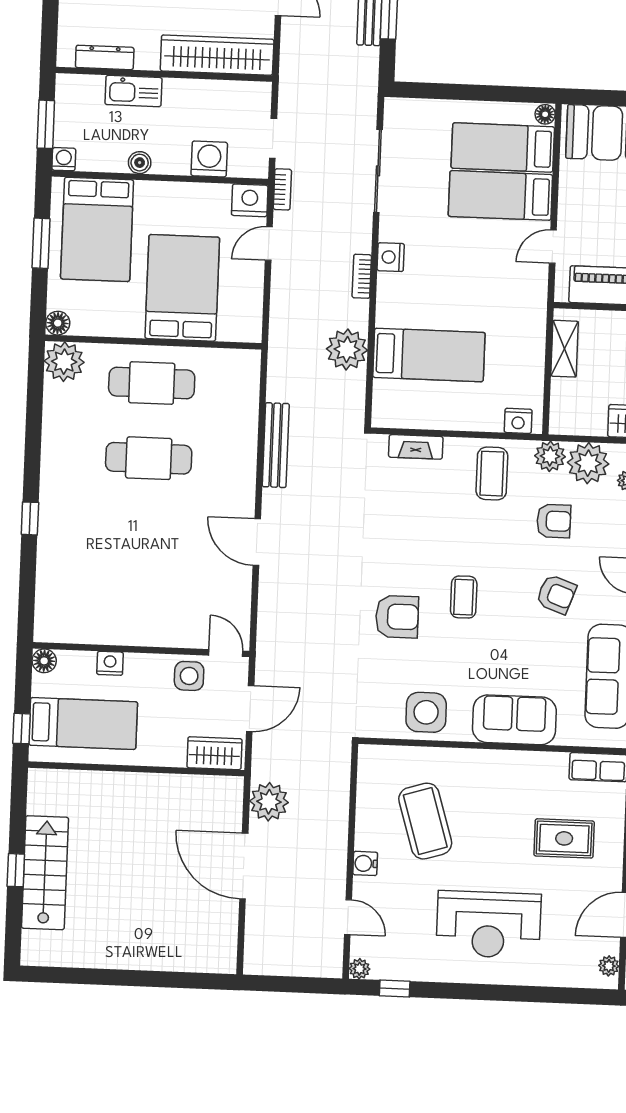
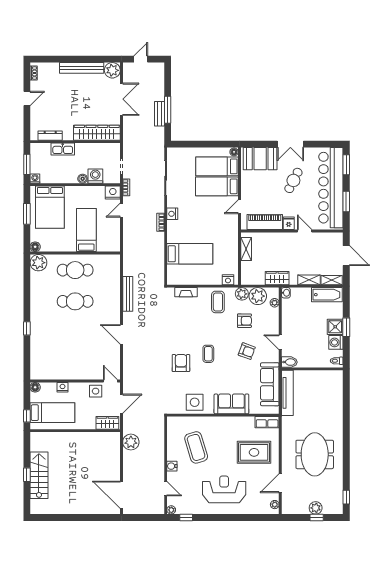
boiler: (140, 163) -> (83, 179), moved
bed: (182, 288) -> (86, 230), width x0.67
plant: (347, 349) -> (156, 253), removed
armchair: (397, 617) -> (181, 363), turned -90
rug: (564, 838) -> (254, 452), width x1.36, depth x1.43
door: (244, 866) -> (121, 495), moved
reception desk: (489, 925) -> (224, 489), turned 180

